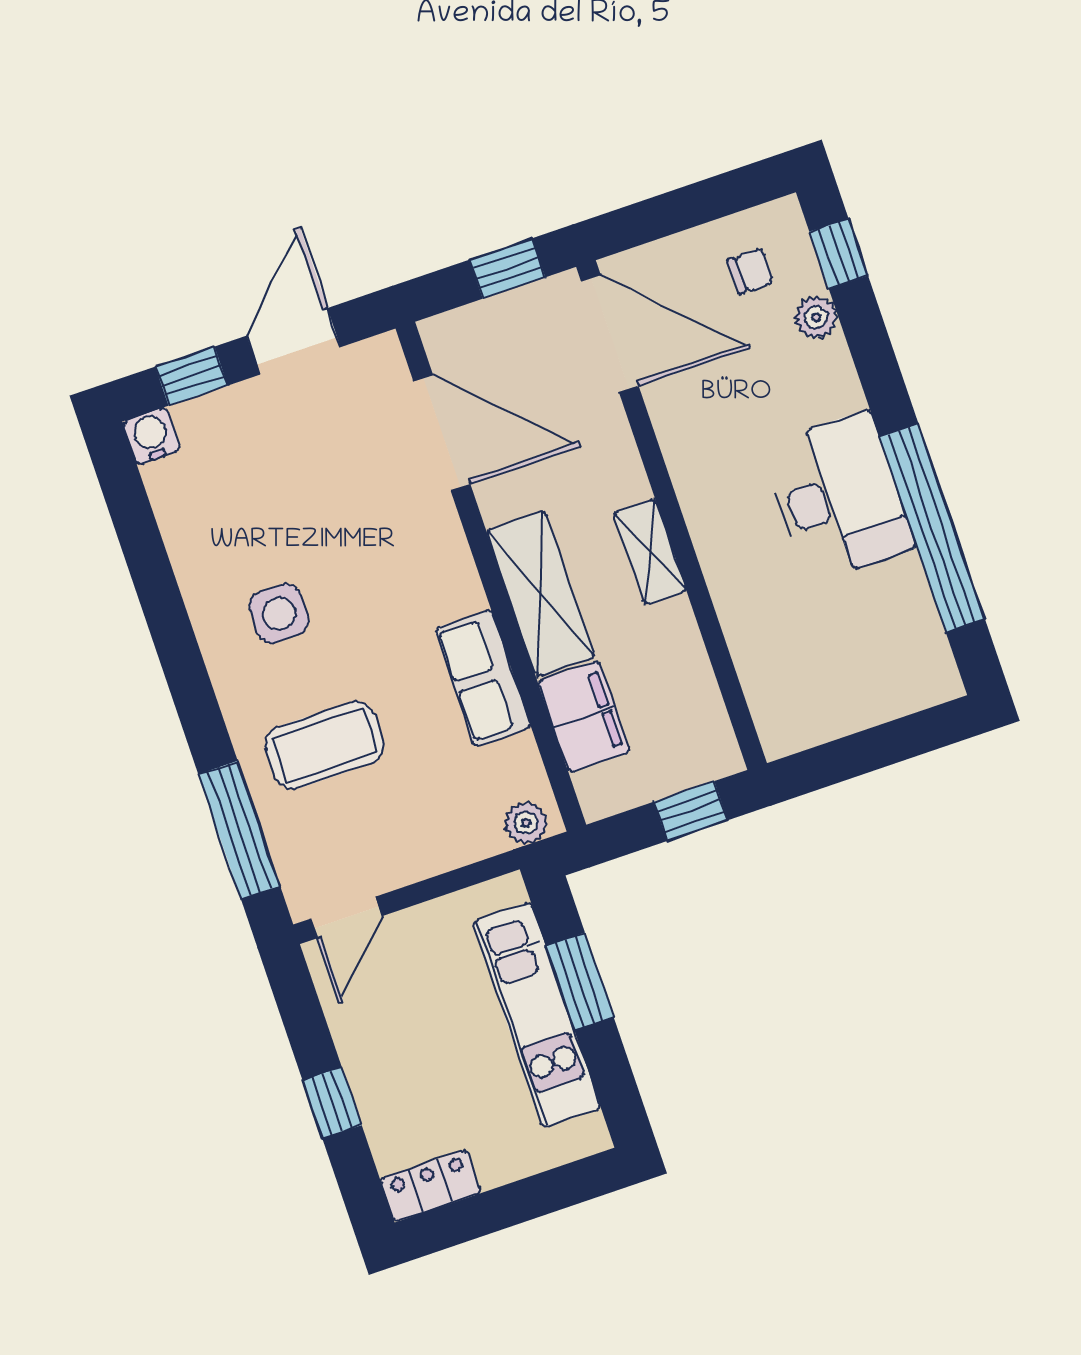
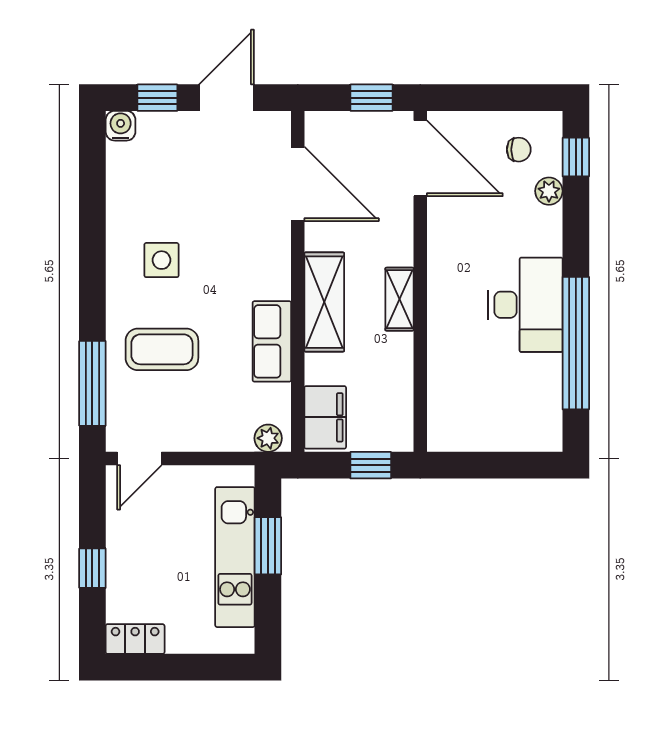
filing cabinet: (584, 717) -> (325, 417), moved

